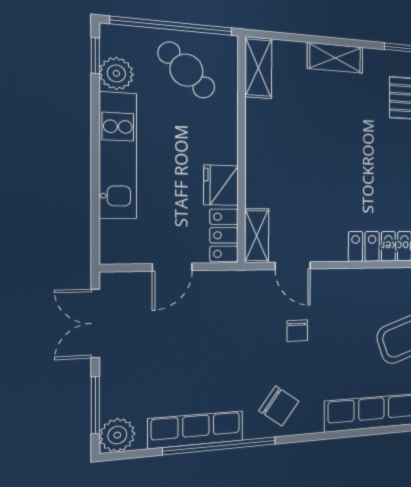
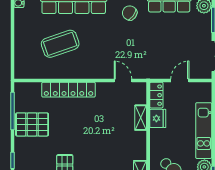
shelving: (257, 236) -> (141, 118), moved
chair: (297, 331) -> (121, 49), removed

